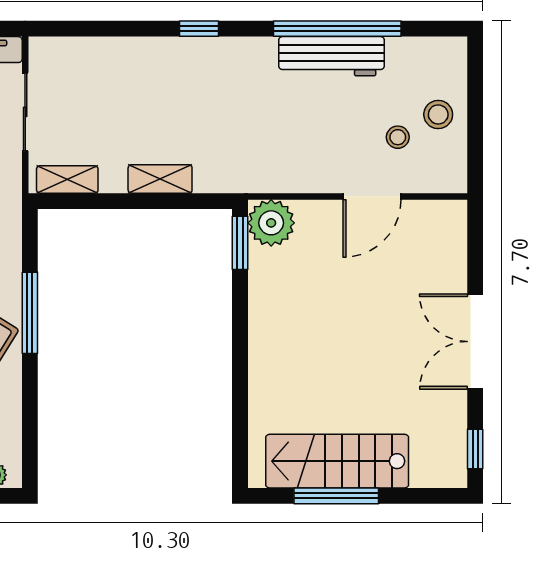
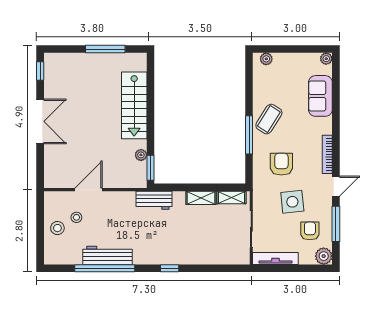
workbench: (233, 174) -> (154, 200), added
shelving: (160, 179) -> (201, 198), moved
plant: (271, 223) -> (141, 155), moved, width x0.53, depth x0.53
stairs: (337, 461) -> (134, 105), moved, turned 90

